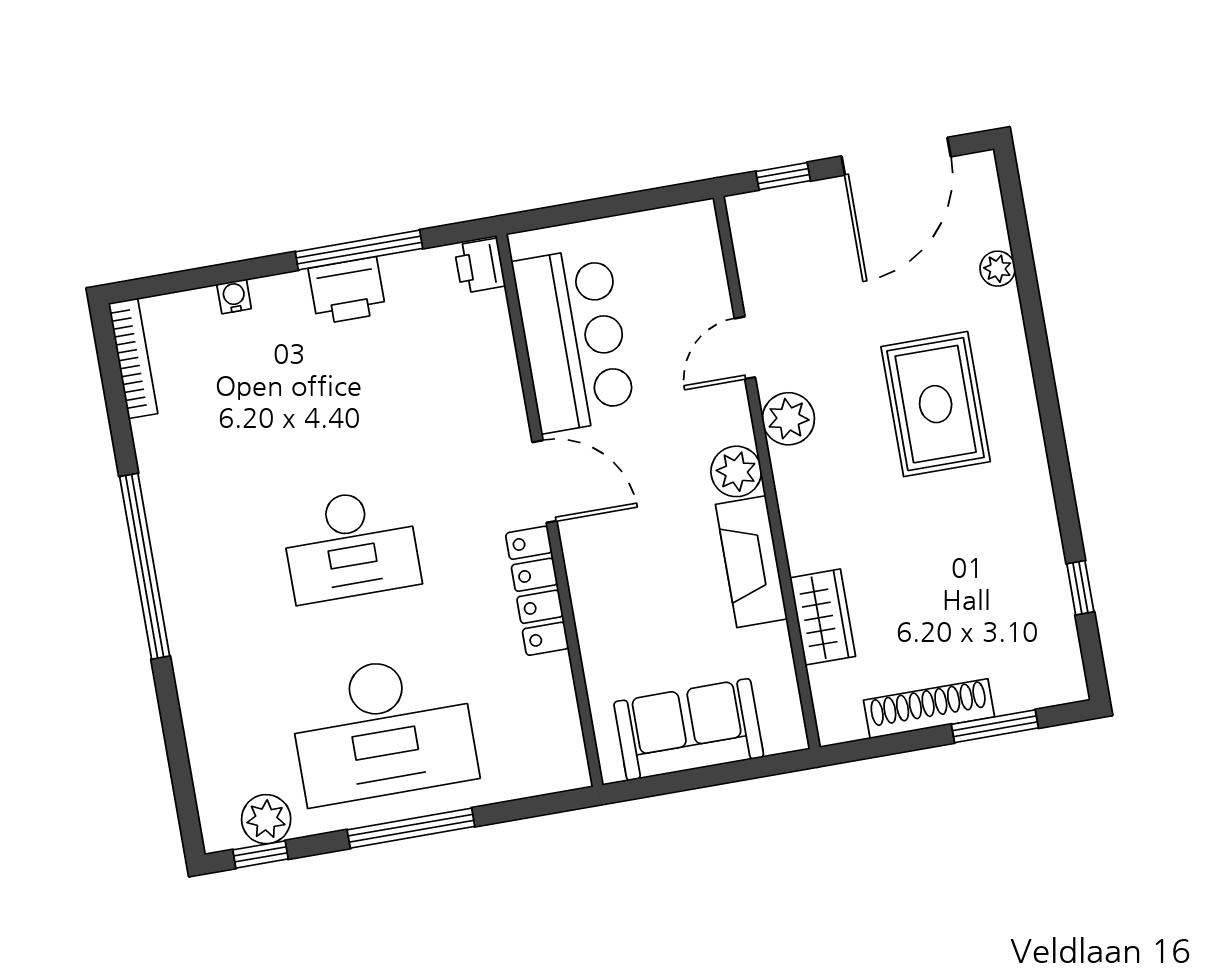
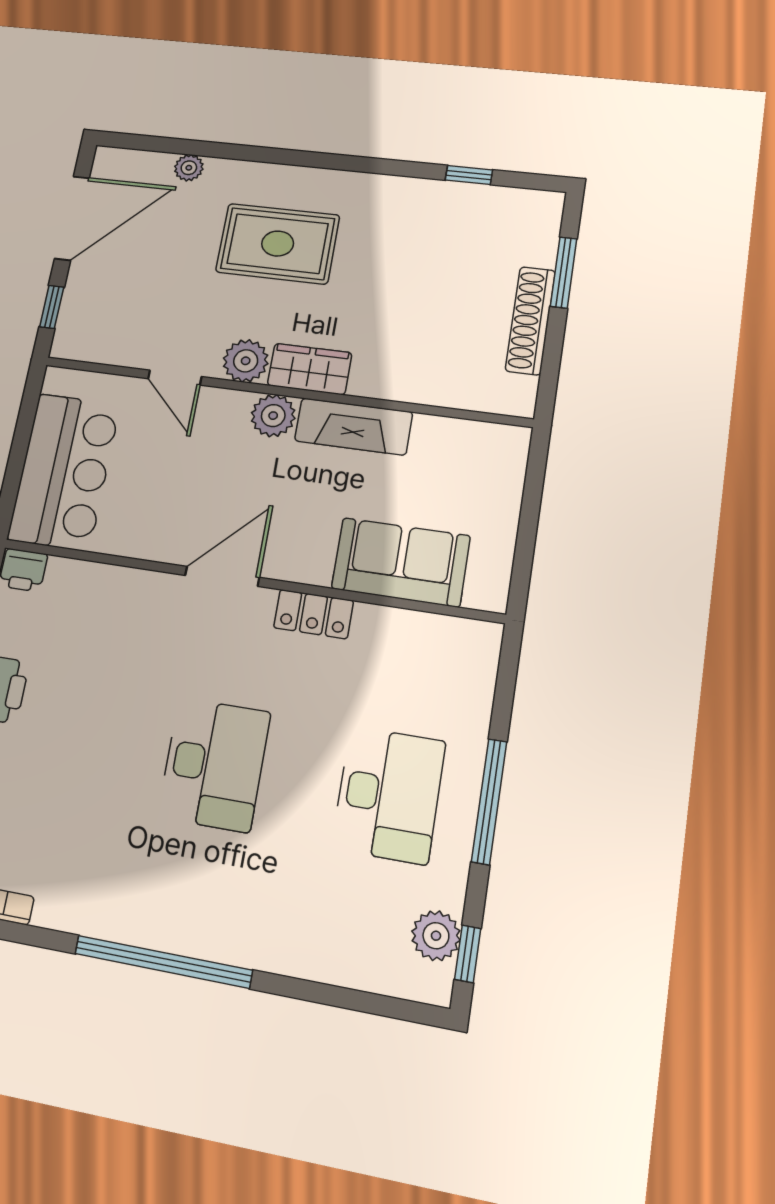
door: (896, 156) -> (72, 218), hinge flipped
bar counter: (574, 340) -> (64, 472), moved, turned 90
locker: (537, 591) -> (313, 614), width x0.66
wardrobe: (823, 617) -> (310, 369), moved
desk: (383, 729) -> (389, 795), width x0.73, depth x0.77
sofa: (689, 730) -> (401, 562), moved, turned 90

